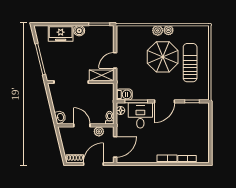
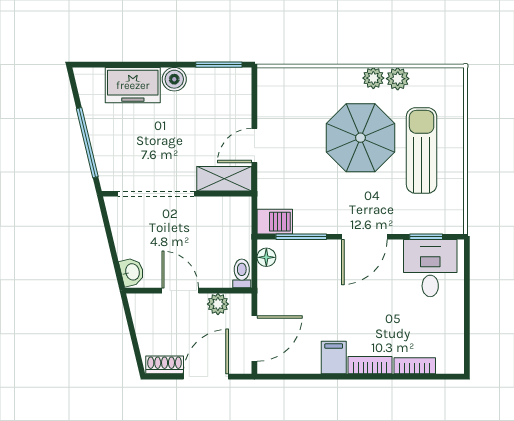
plant: (158, 30) -> (398, 79), moved
desk: (140, 115) -> (430, 268), moved
filing cabinet: (151, 155) -> (334, 358), added

